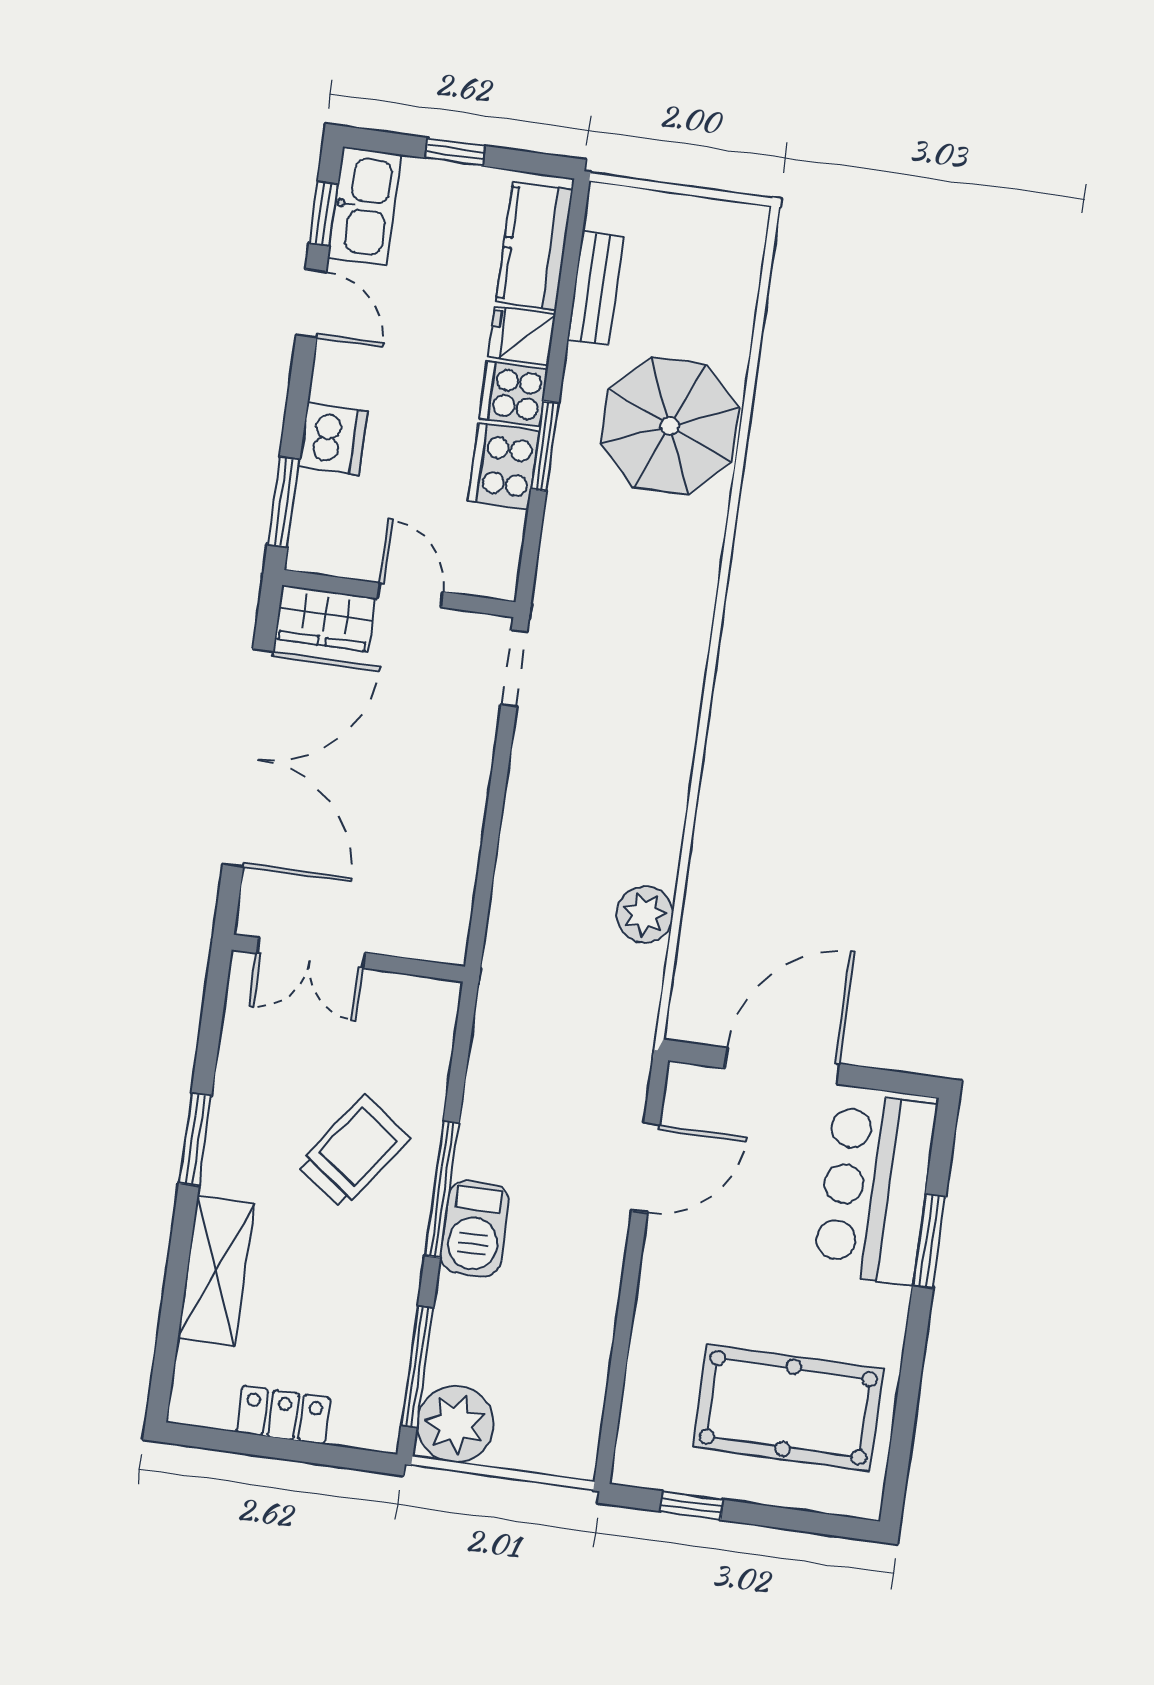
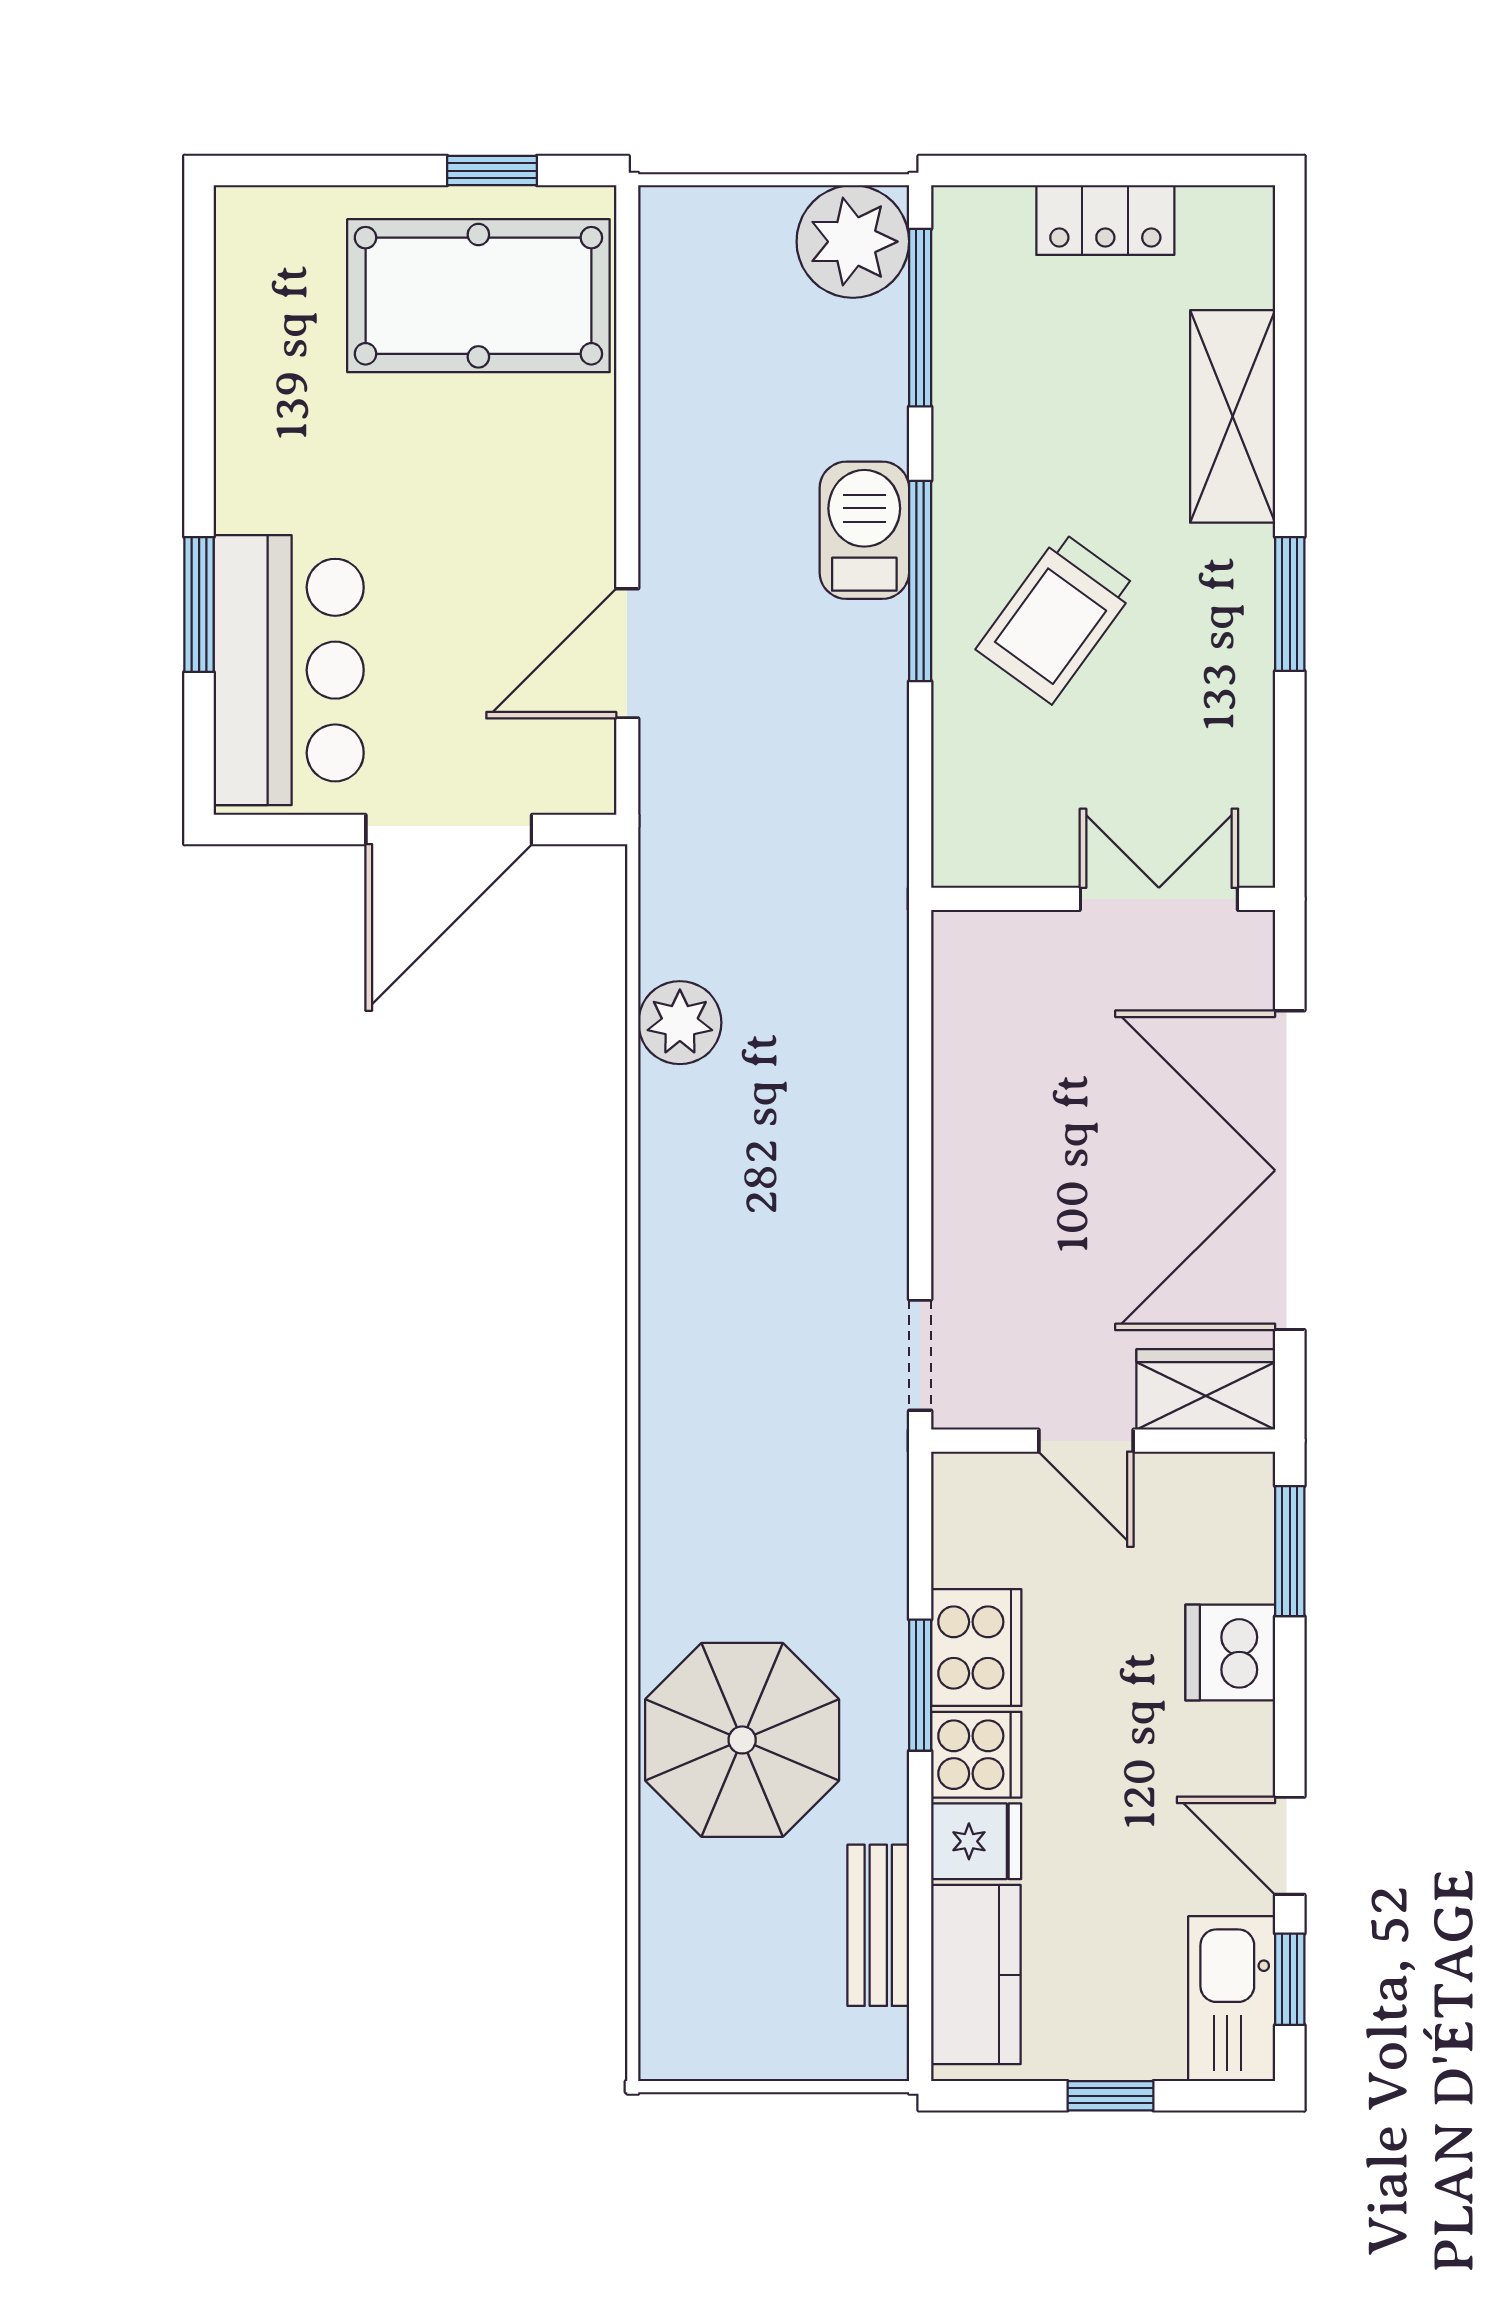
pool table: (788, 1408) -> (478, 296), moved

